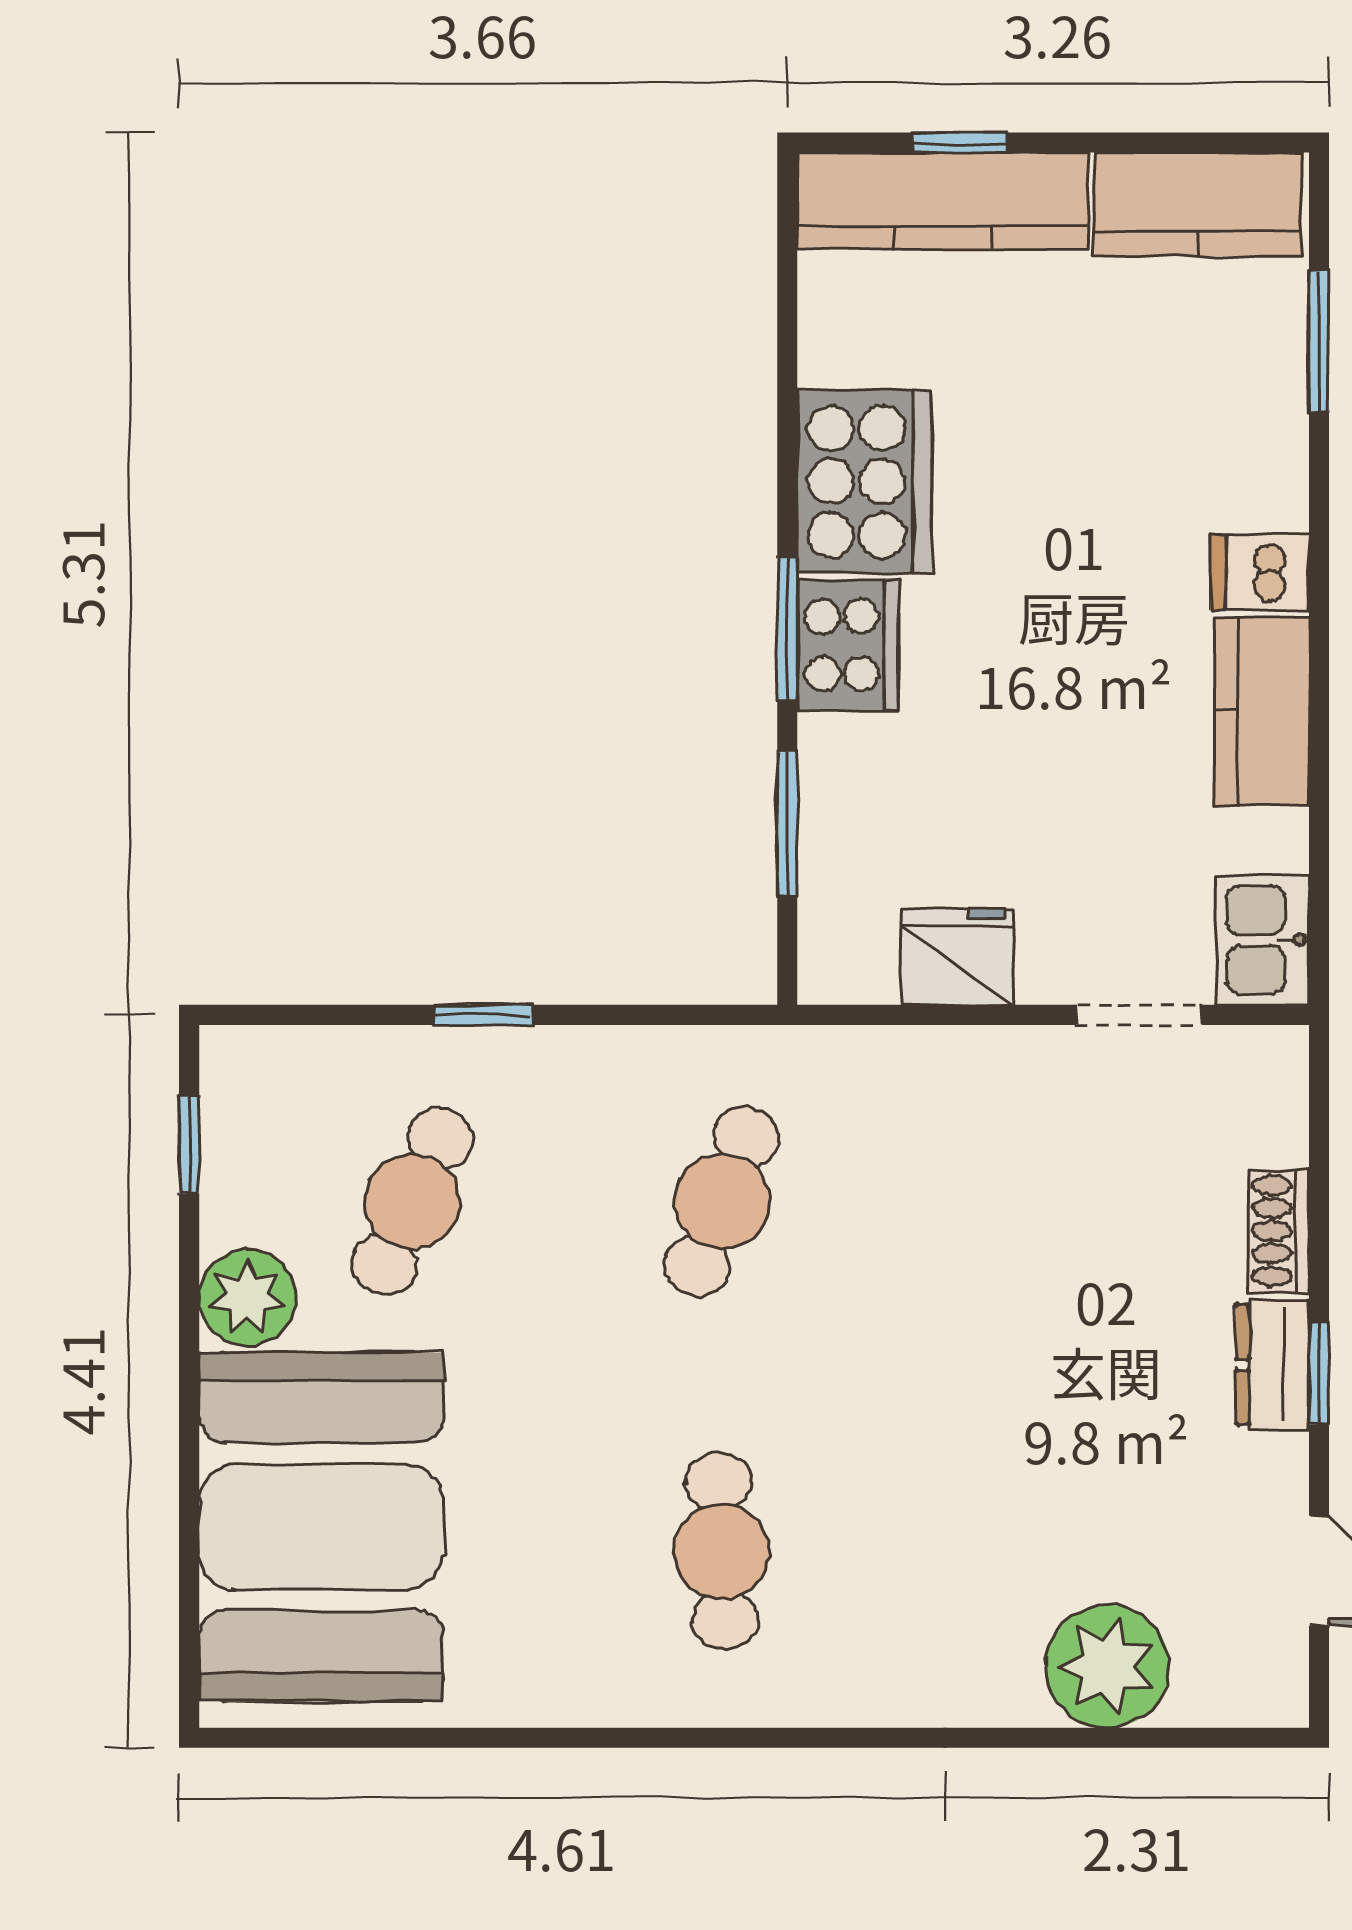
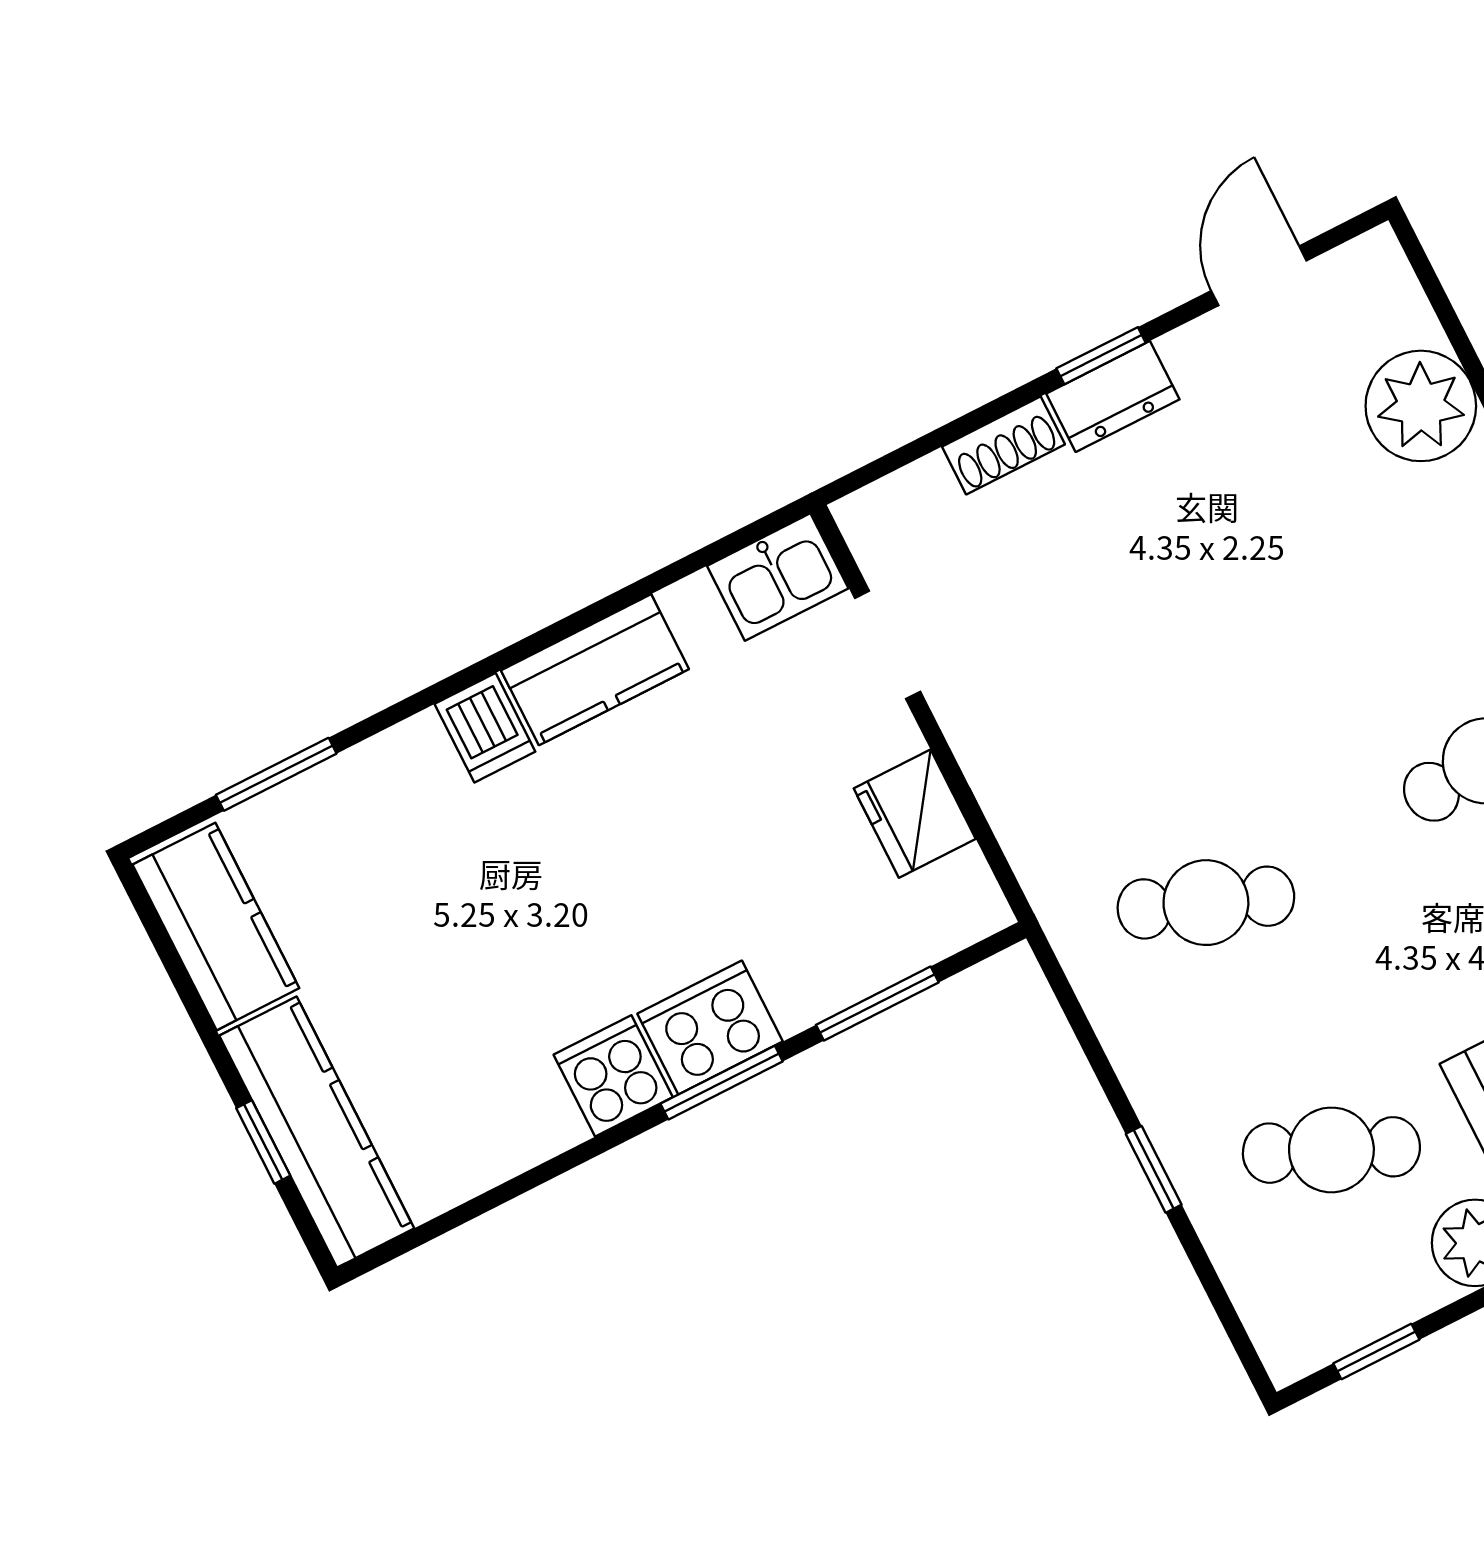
cooker: (865, 482) -> (613, 1076), width x0.53, depth x0.76

